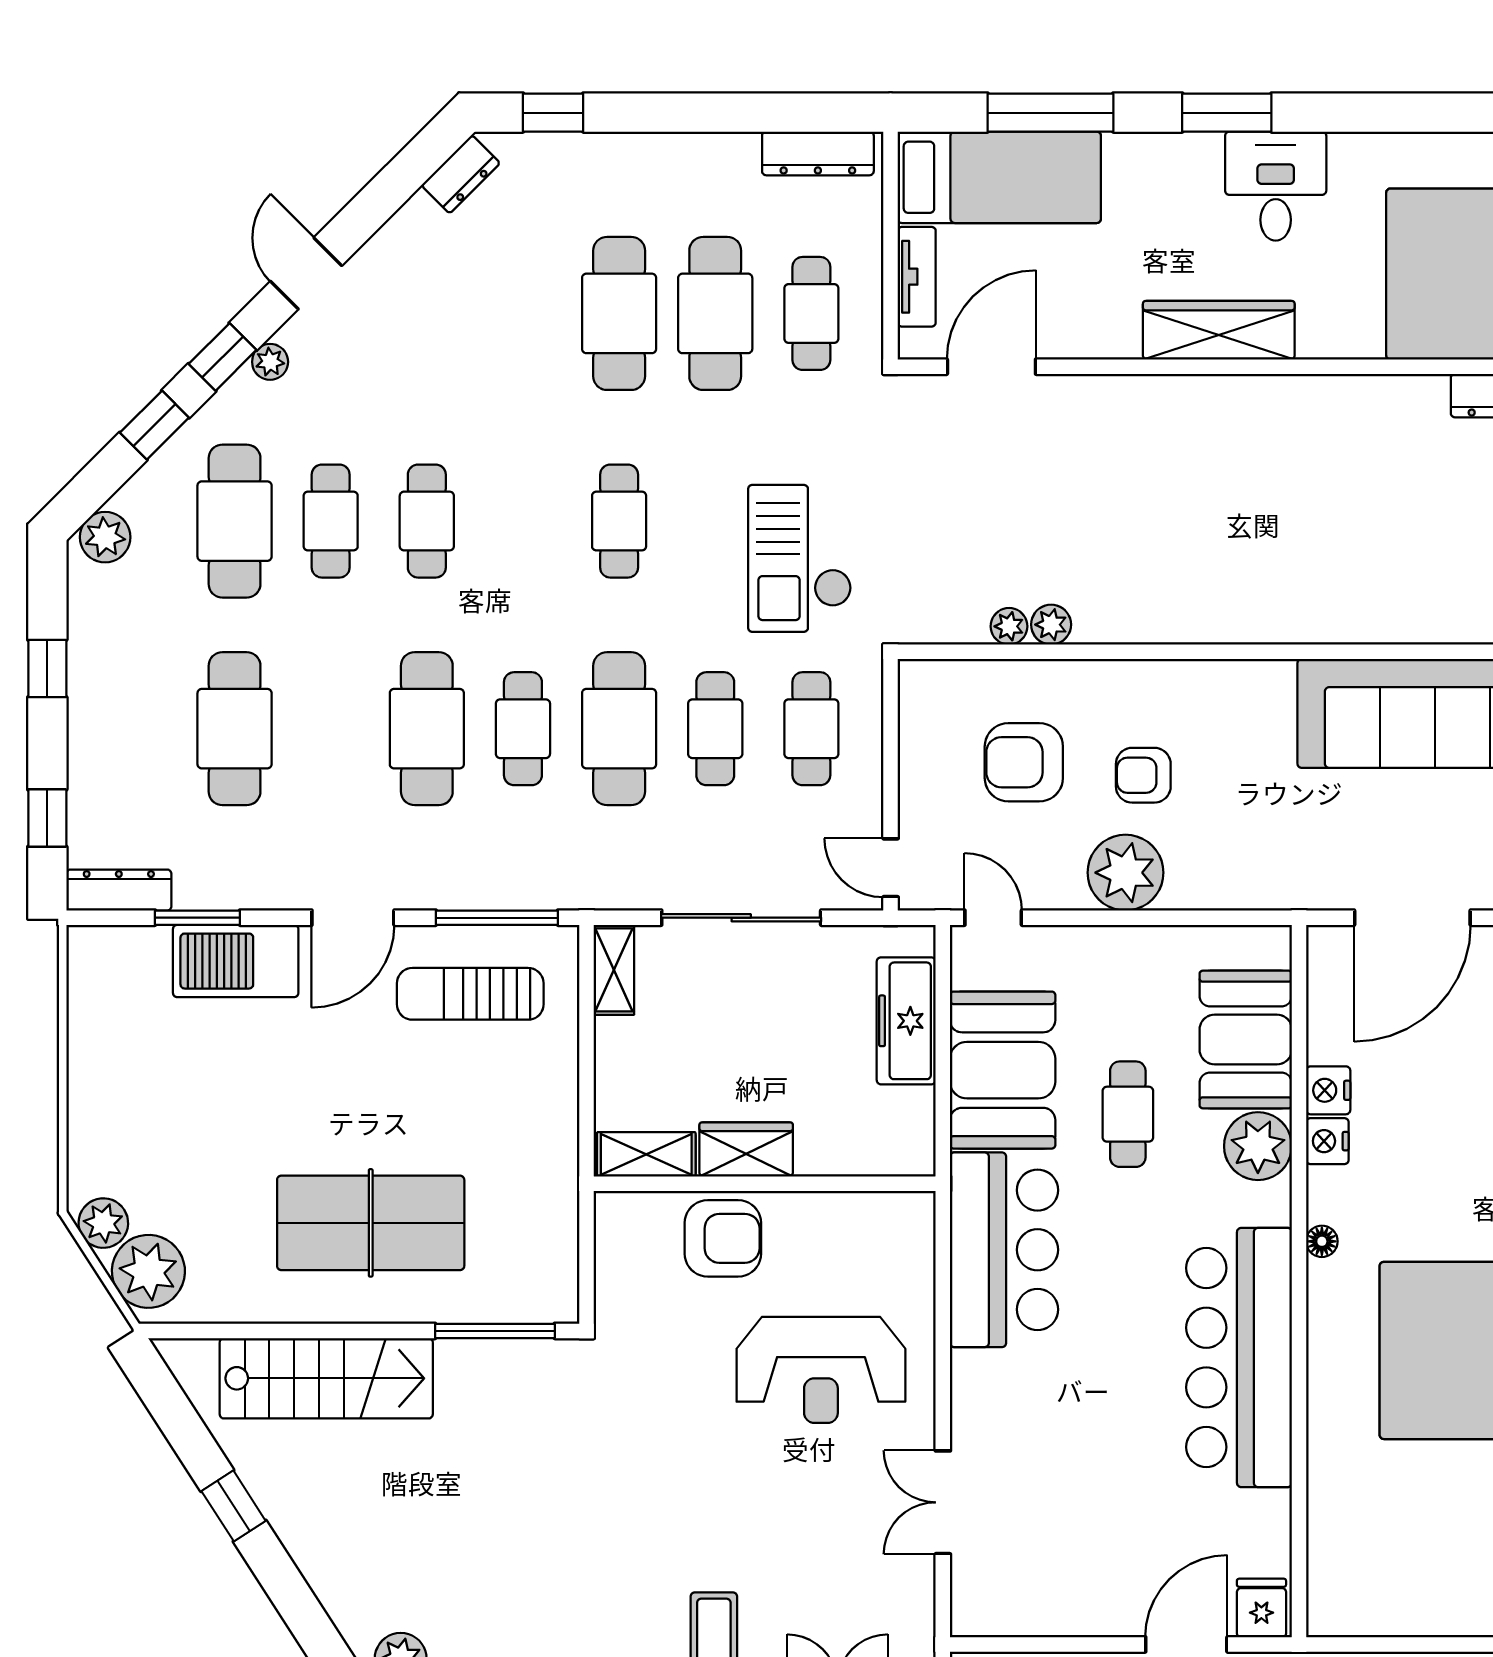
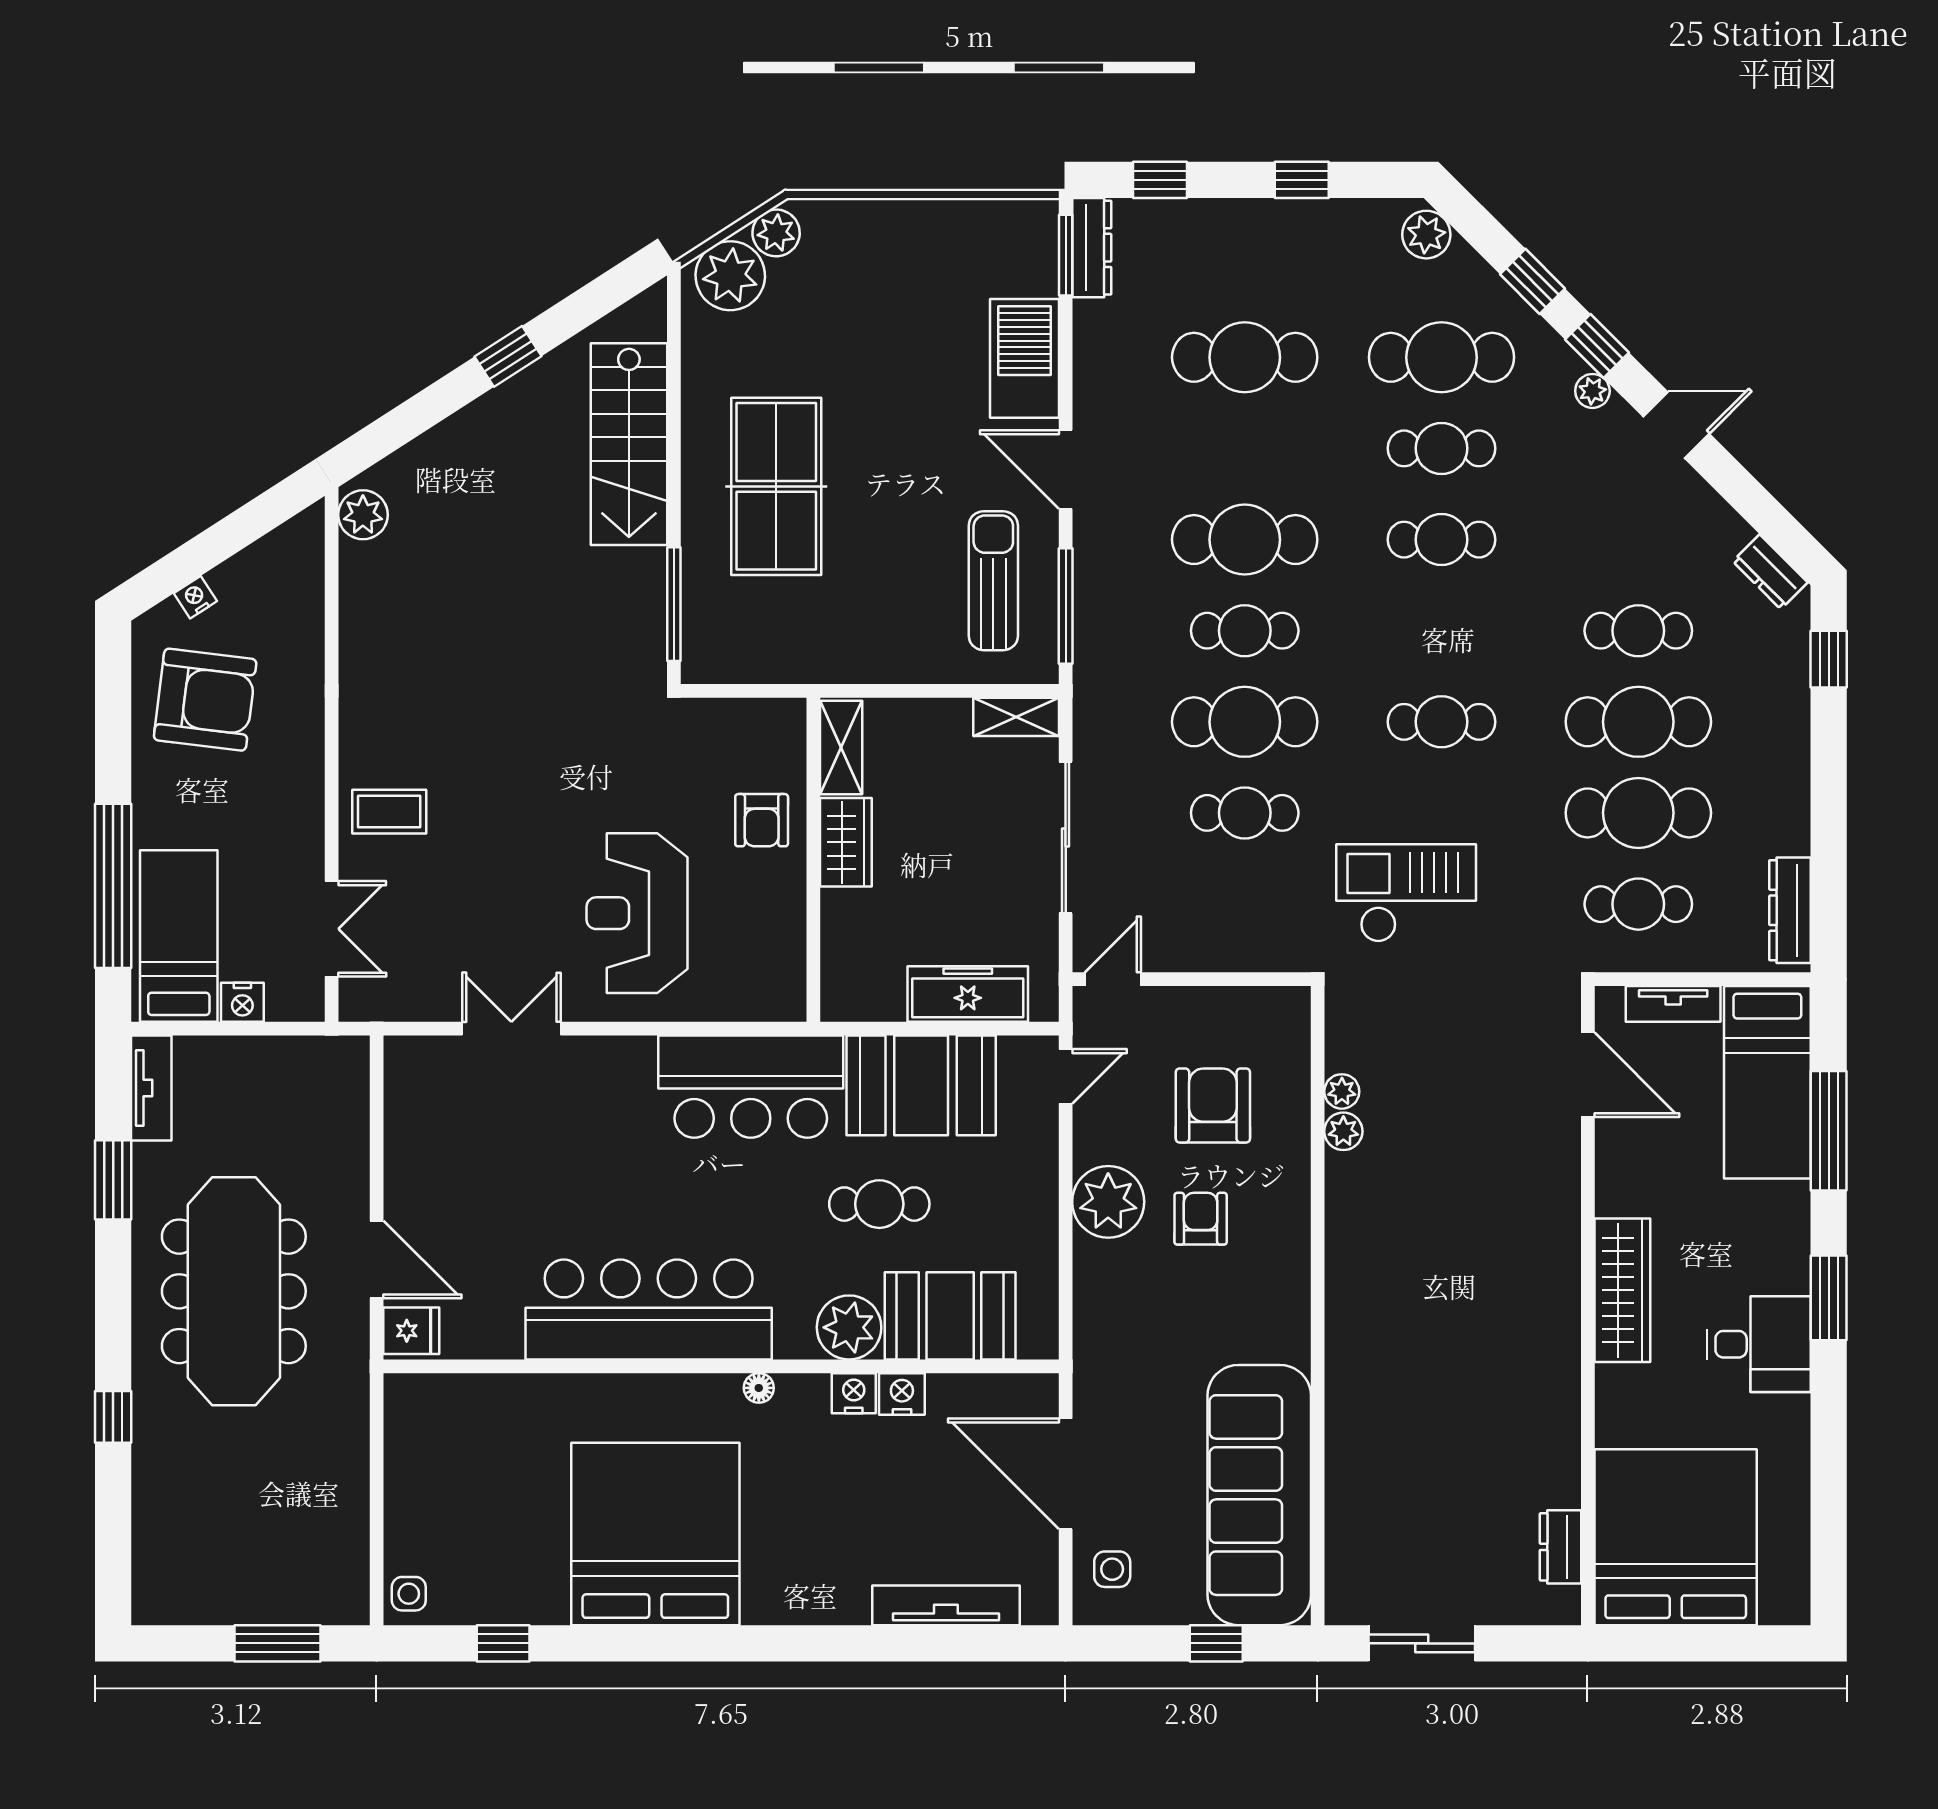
cafe table: (811, 729) -> (1638, 631), moved
window: (197, 918) -> (1066, 255), moved
armchair: (723, 1238) -> (762, 820), width x0.72, depth x0.72

